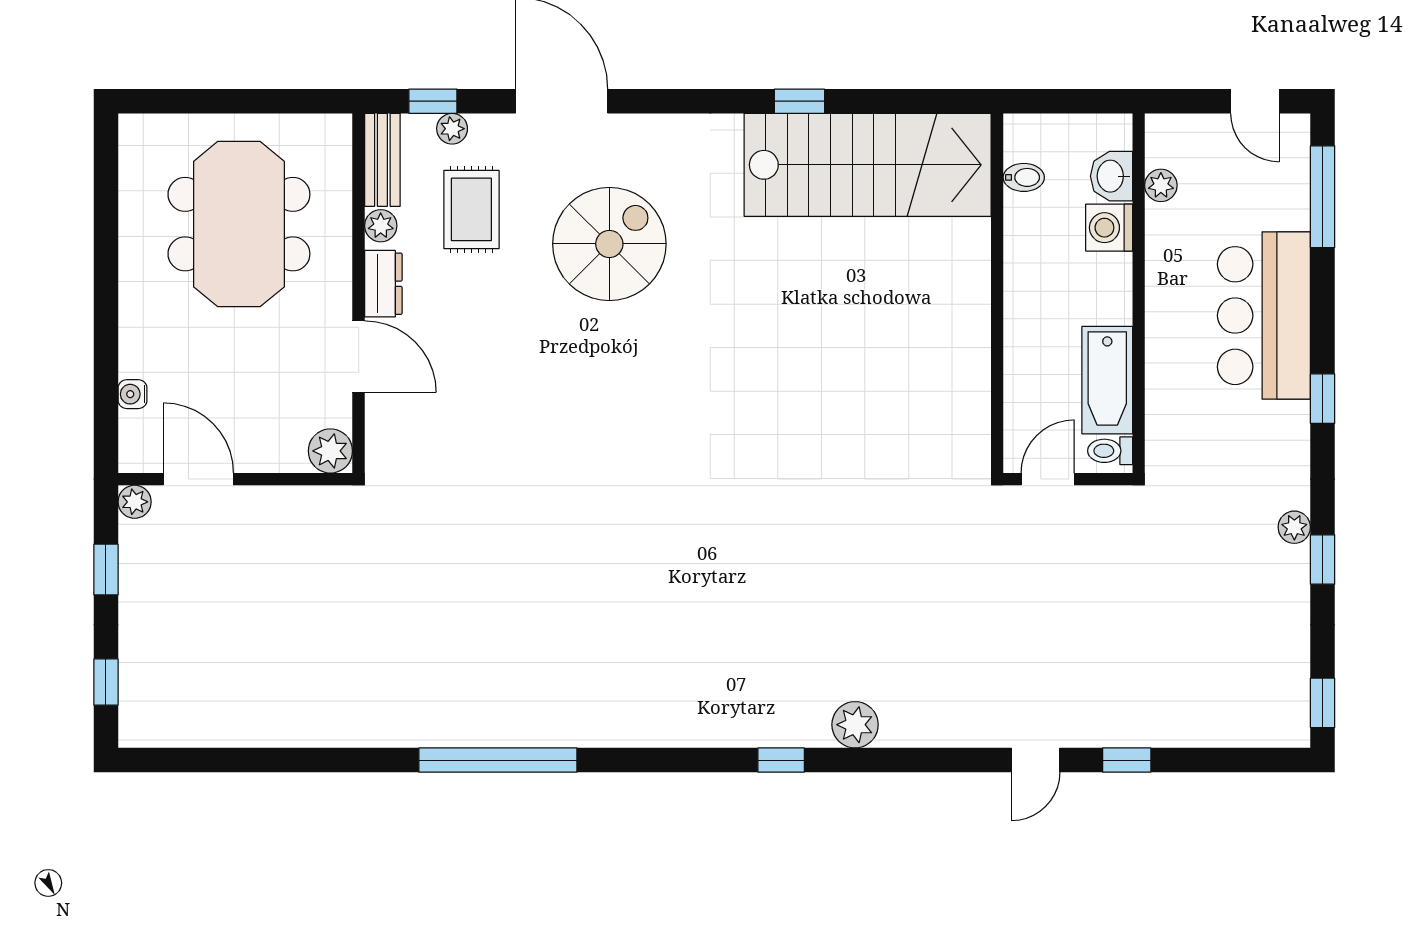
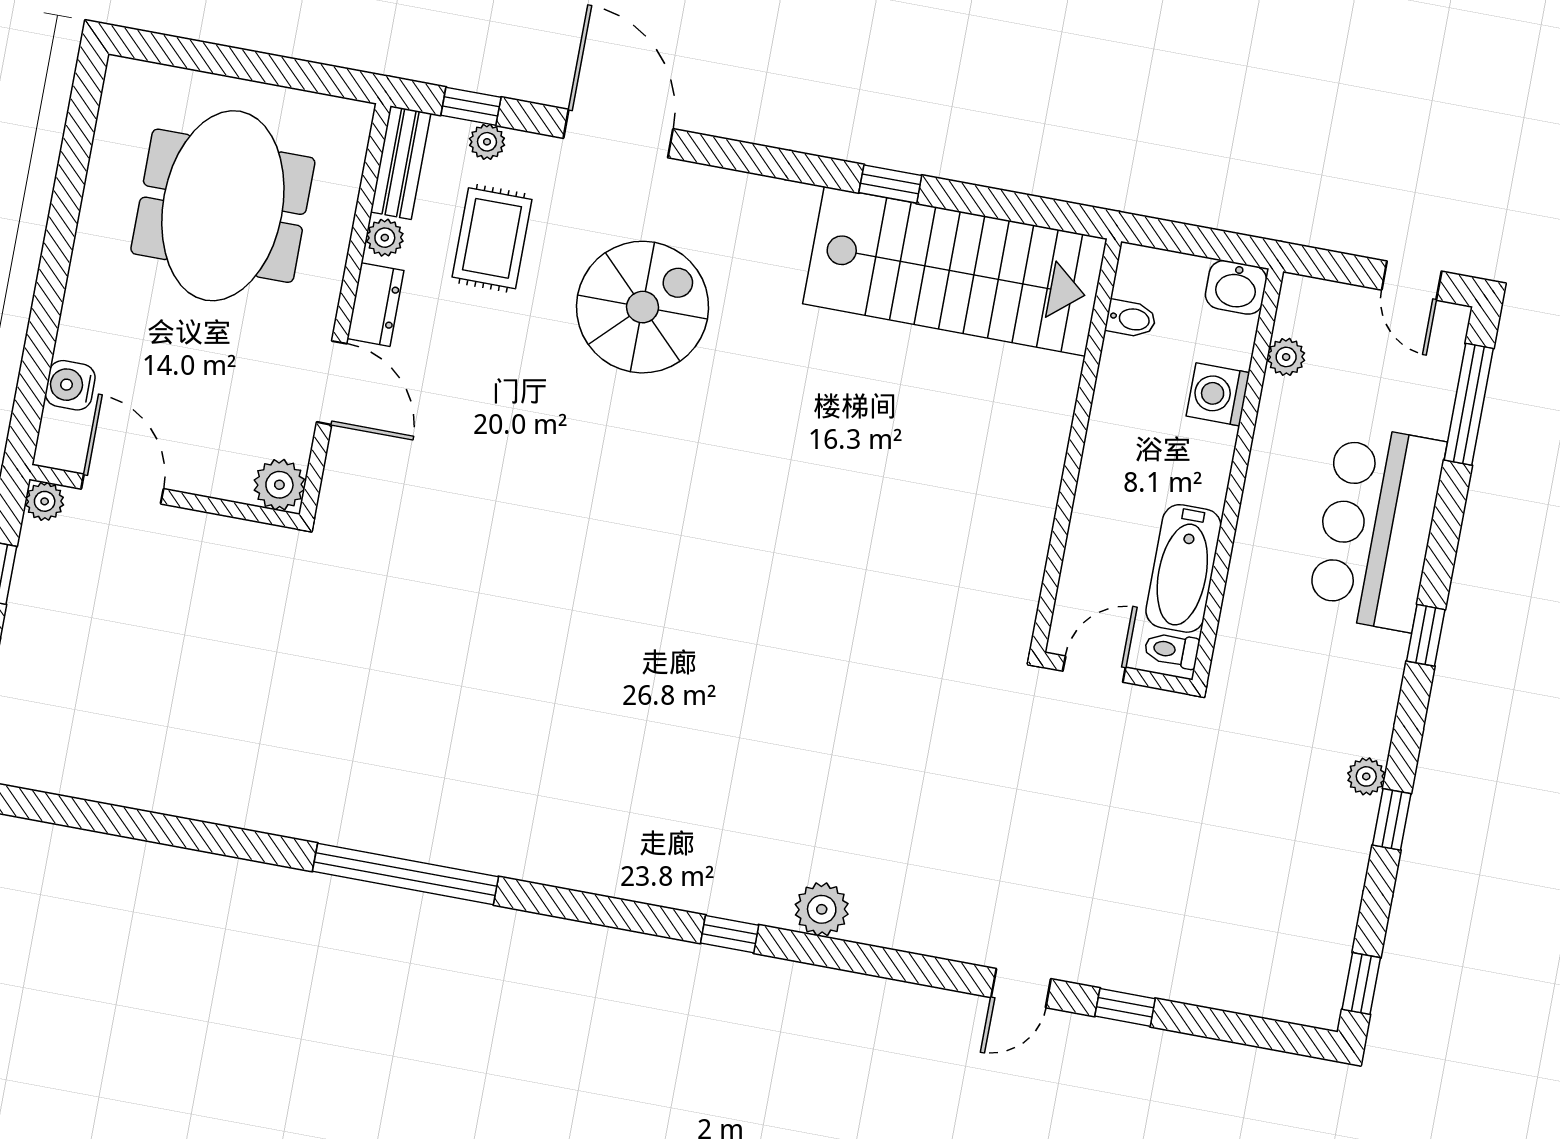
washbasin: (1112, 176) -> (1236, 287), moved, turned -90
water cooler: (133, 394) -> (70, 385), width x1.38, depth x1.38

